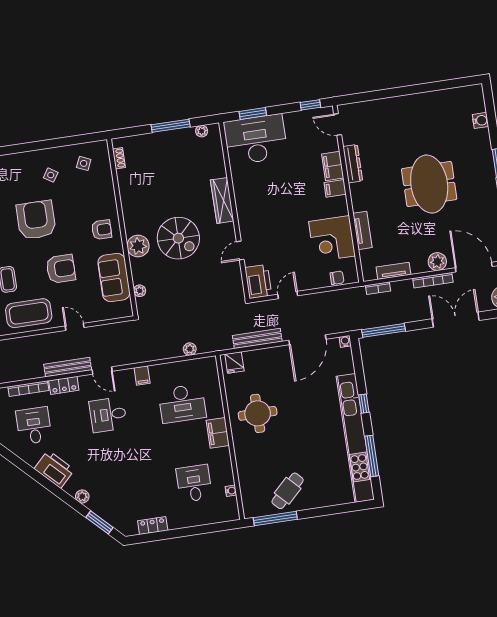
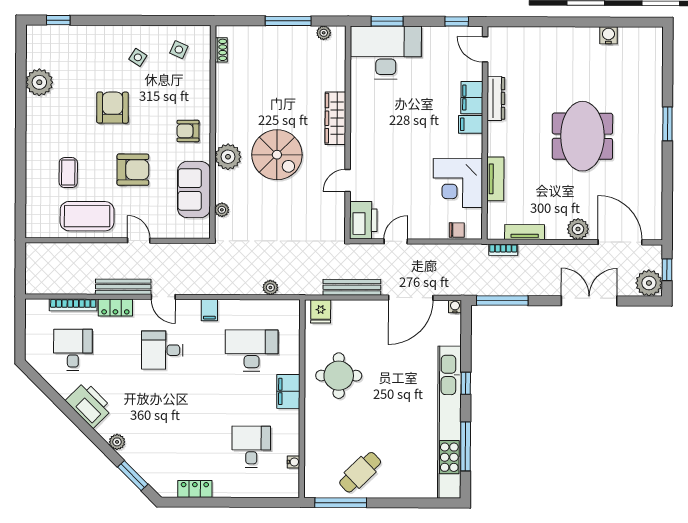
water cooler: (480, 120) -> (608, 35), moved, turned -90
armchair: (36, 220) -> (113, 108), width x0.73, depth x0.73
armchair: (102, 230) -> (188, 131), turned 180
bookcase: (433, 280) -> (569, 250), removed
desk: (182, 404) -> (252, 350), turned 180

